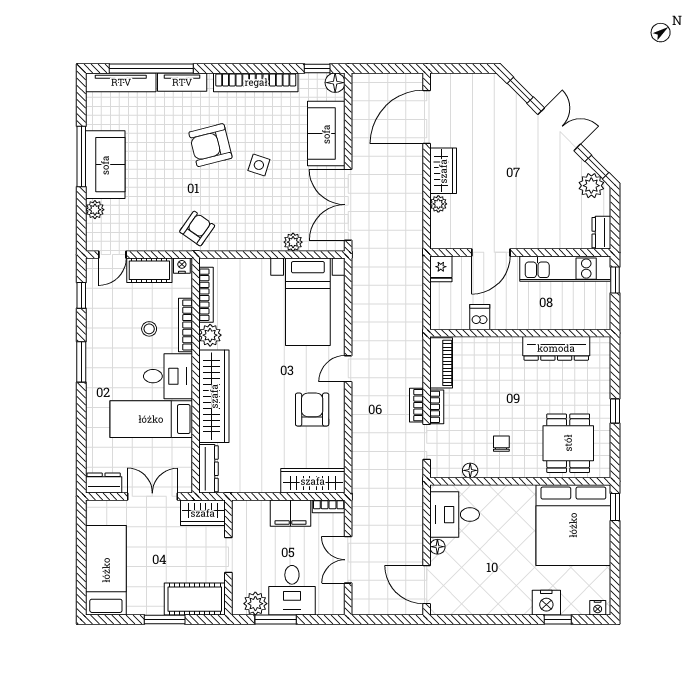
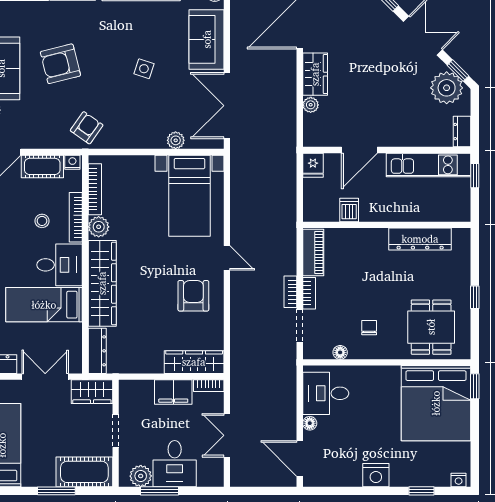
armchair: (210, 145) -> (60, 64), moved
plant: (591, 186) -> (447, 88), width x1.36, depth x1.36
door: (348, 369) -> (227, 258), swing flipped
nightstand: (546, 603) -> (376, 475), moved

